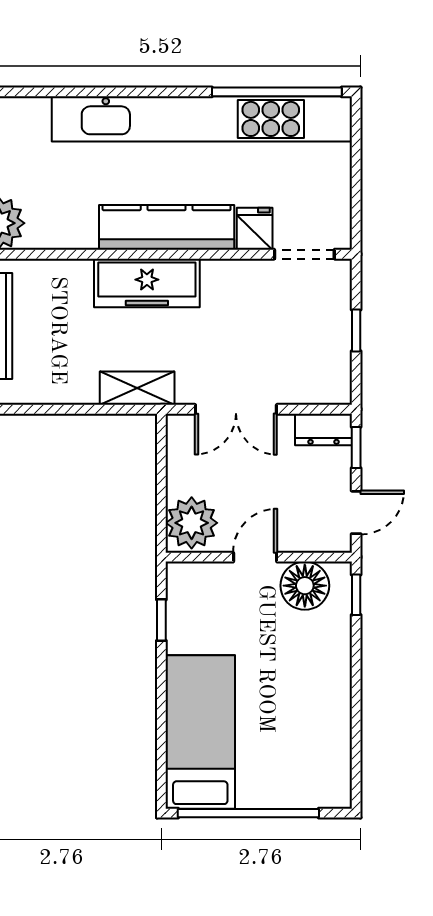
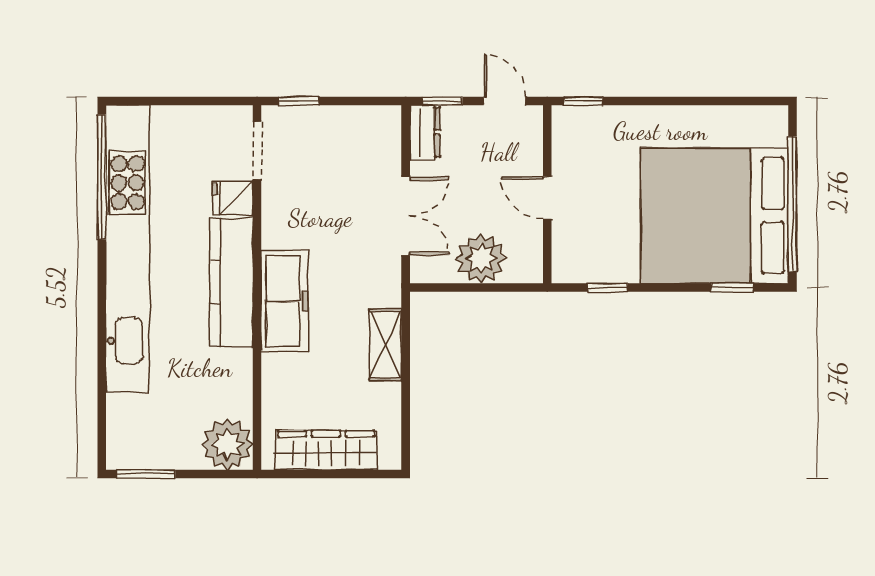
window: (356, 330) -> (299, 101), moved
shelving: (137, 388) -> (385, 345), moved
plant: (192, 523) -> (481, 259), moved
floor lamp: (305, 586) -> (575, 150), removed
bed: (200, 732) -> (715, 216), width x2.04
window: (161, 750) -> (732, 287), added

